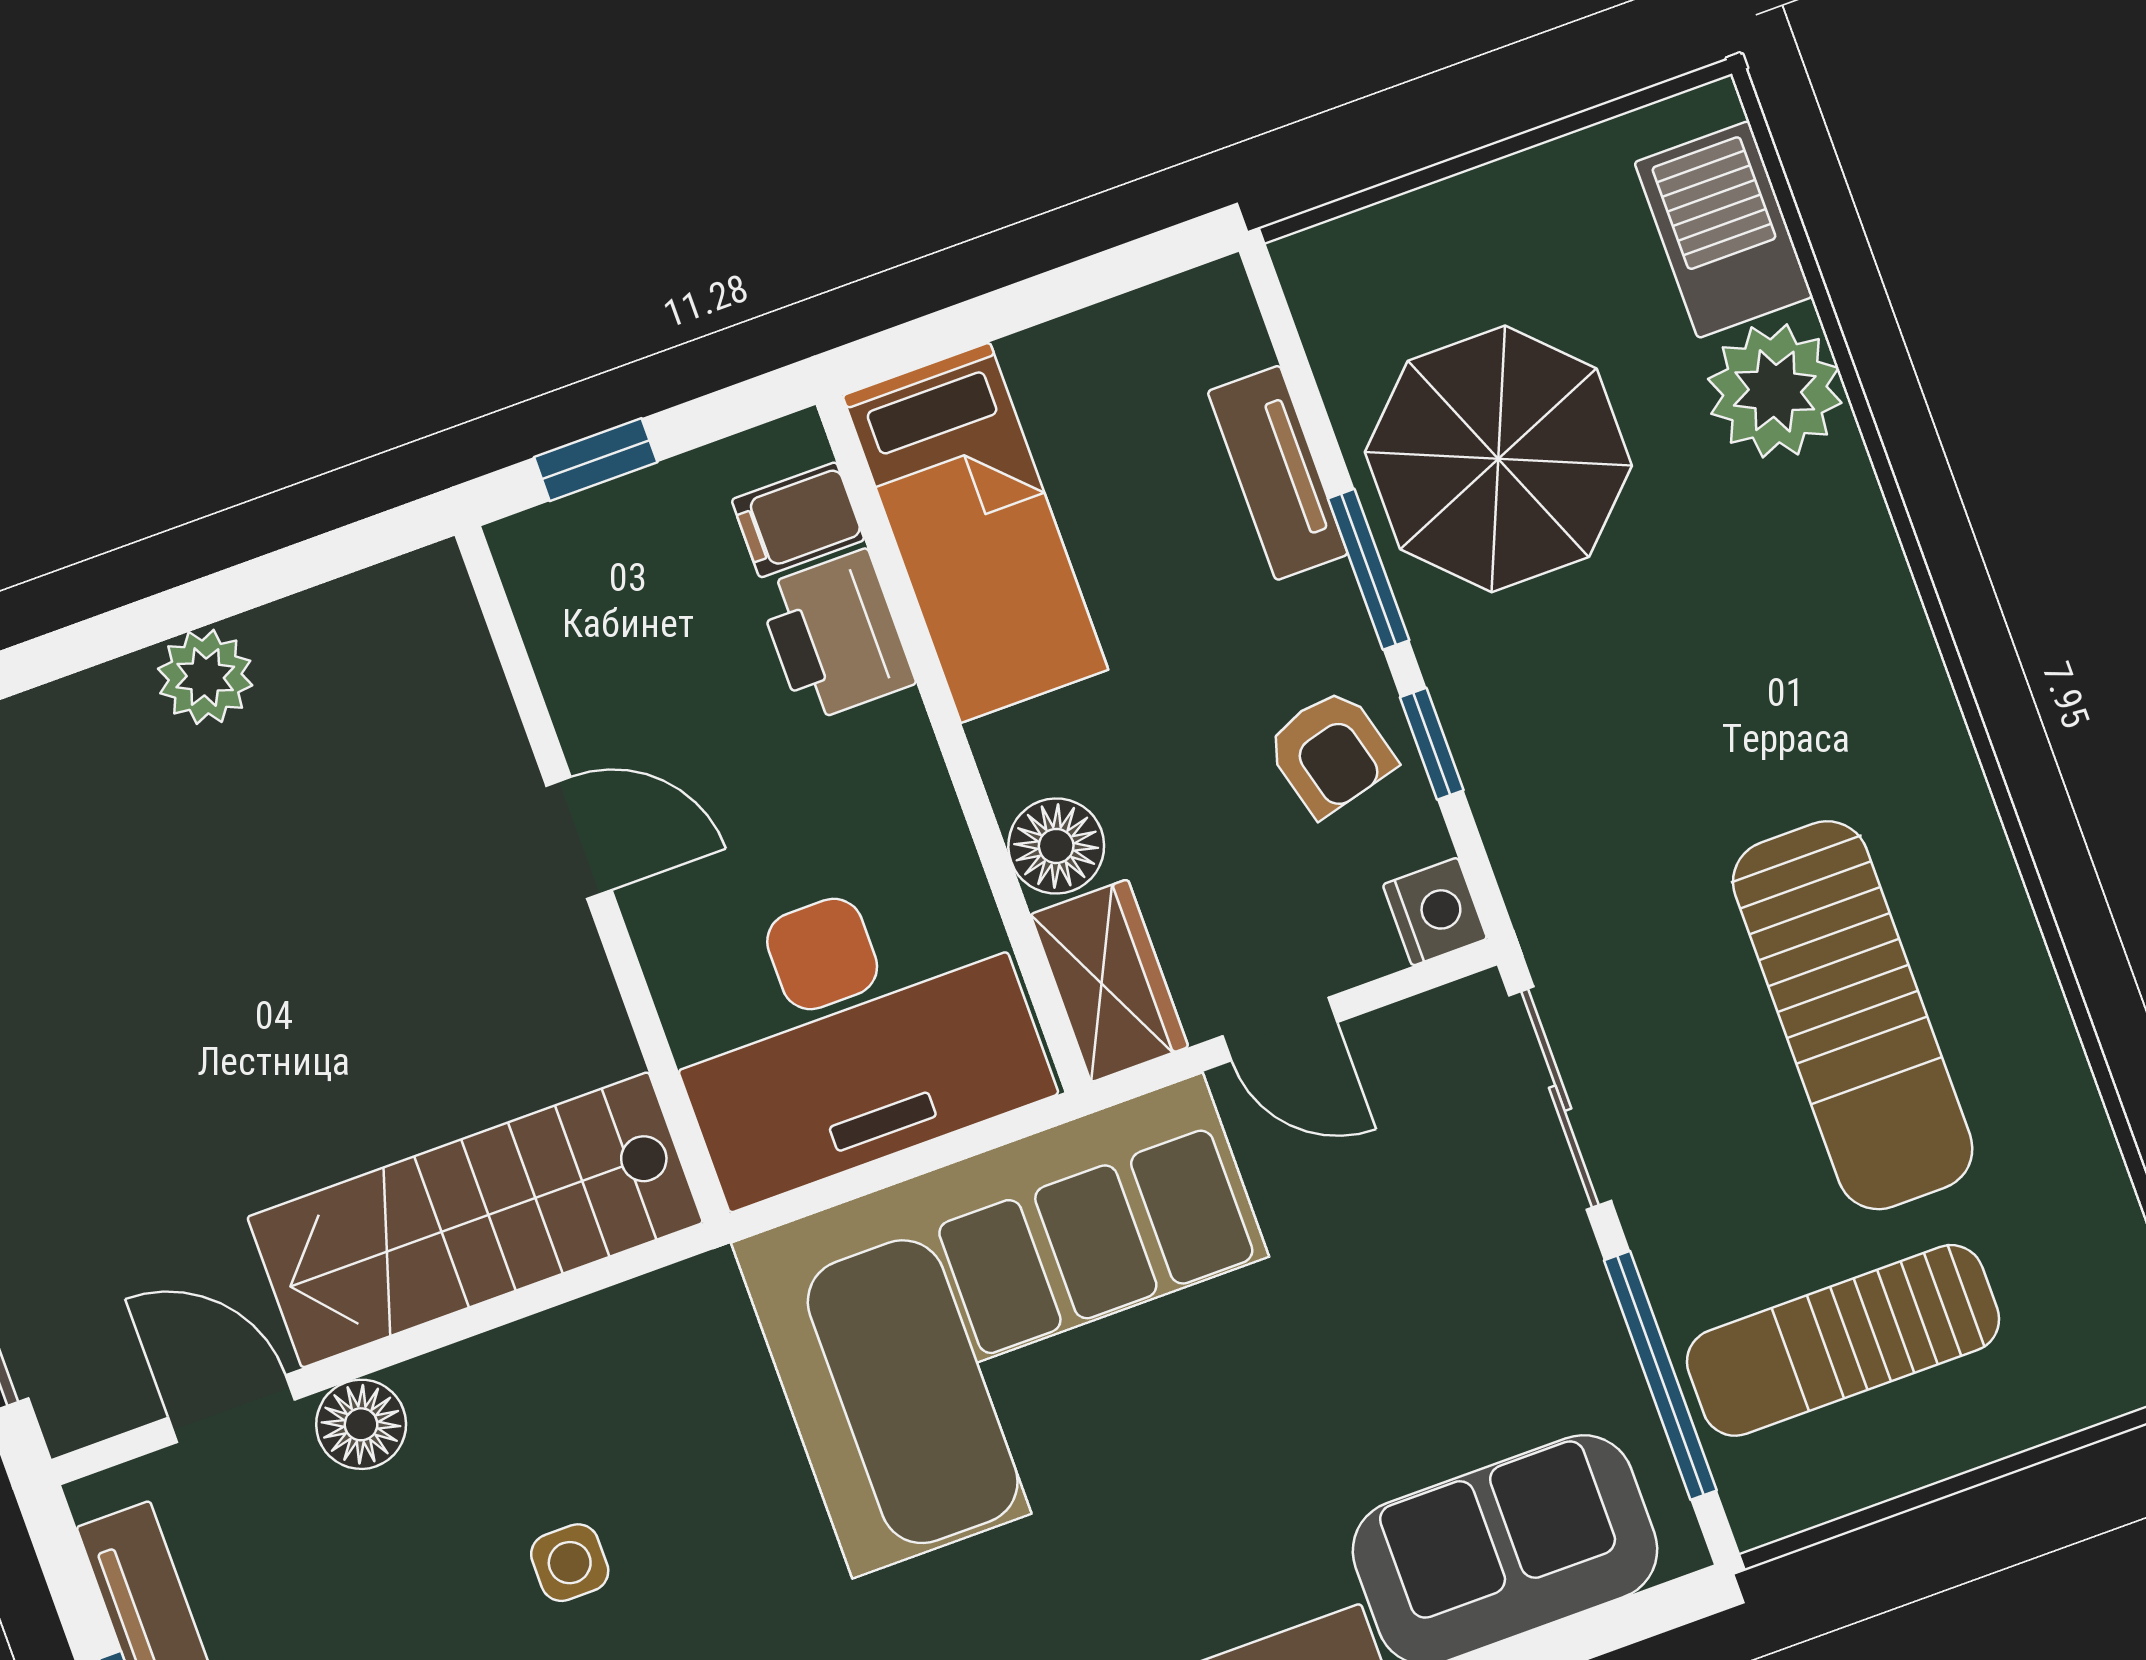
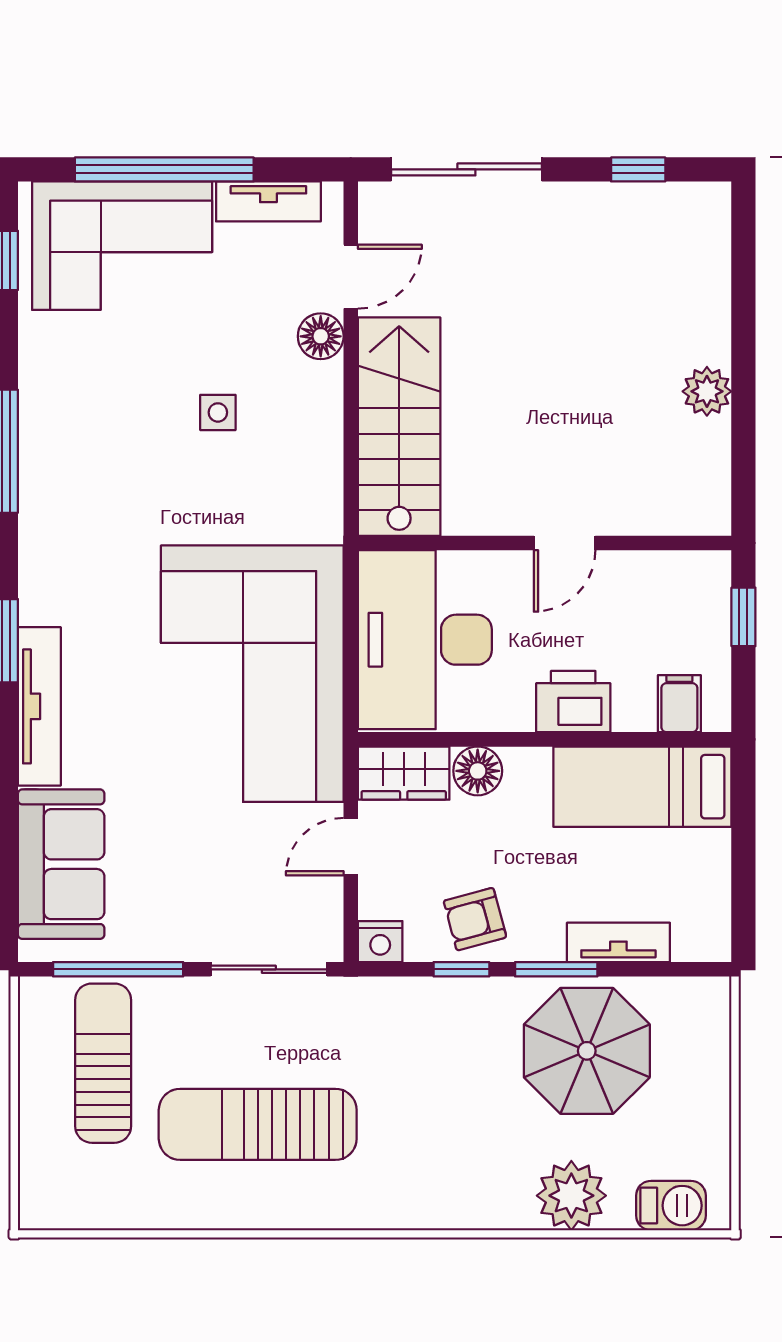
barbecue: (1724, 230) -> (671, 1206), width x0.73, depth x0.79
printer: (836, 636) -> (573, 702), moved

